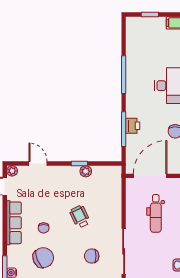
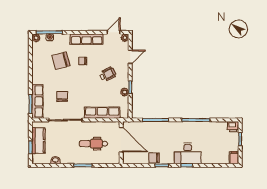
printer: (133, 126) -> (233, 127), moved
row of seats: (114, 201) -> (102, 113), added
wheelchair: (80, 217) -> (108, 74), moved
chair: (43, 258) -> (61, 61), turned 98

